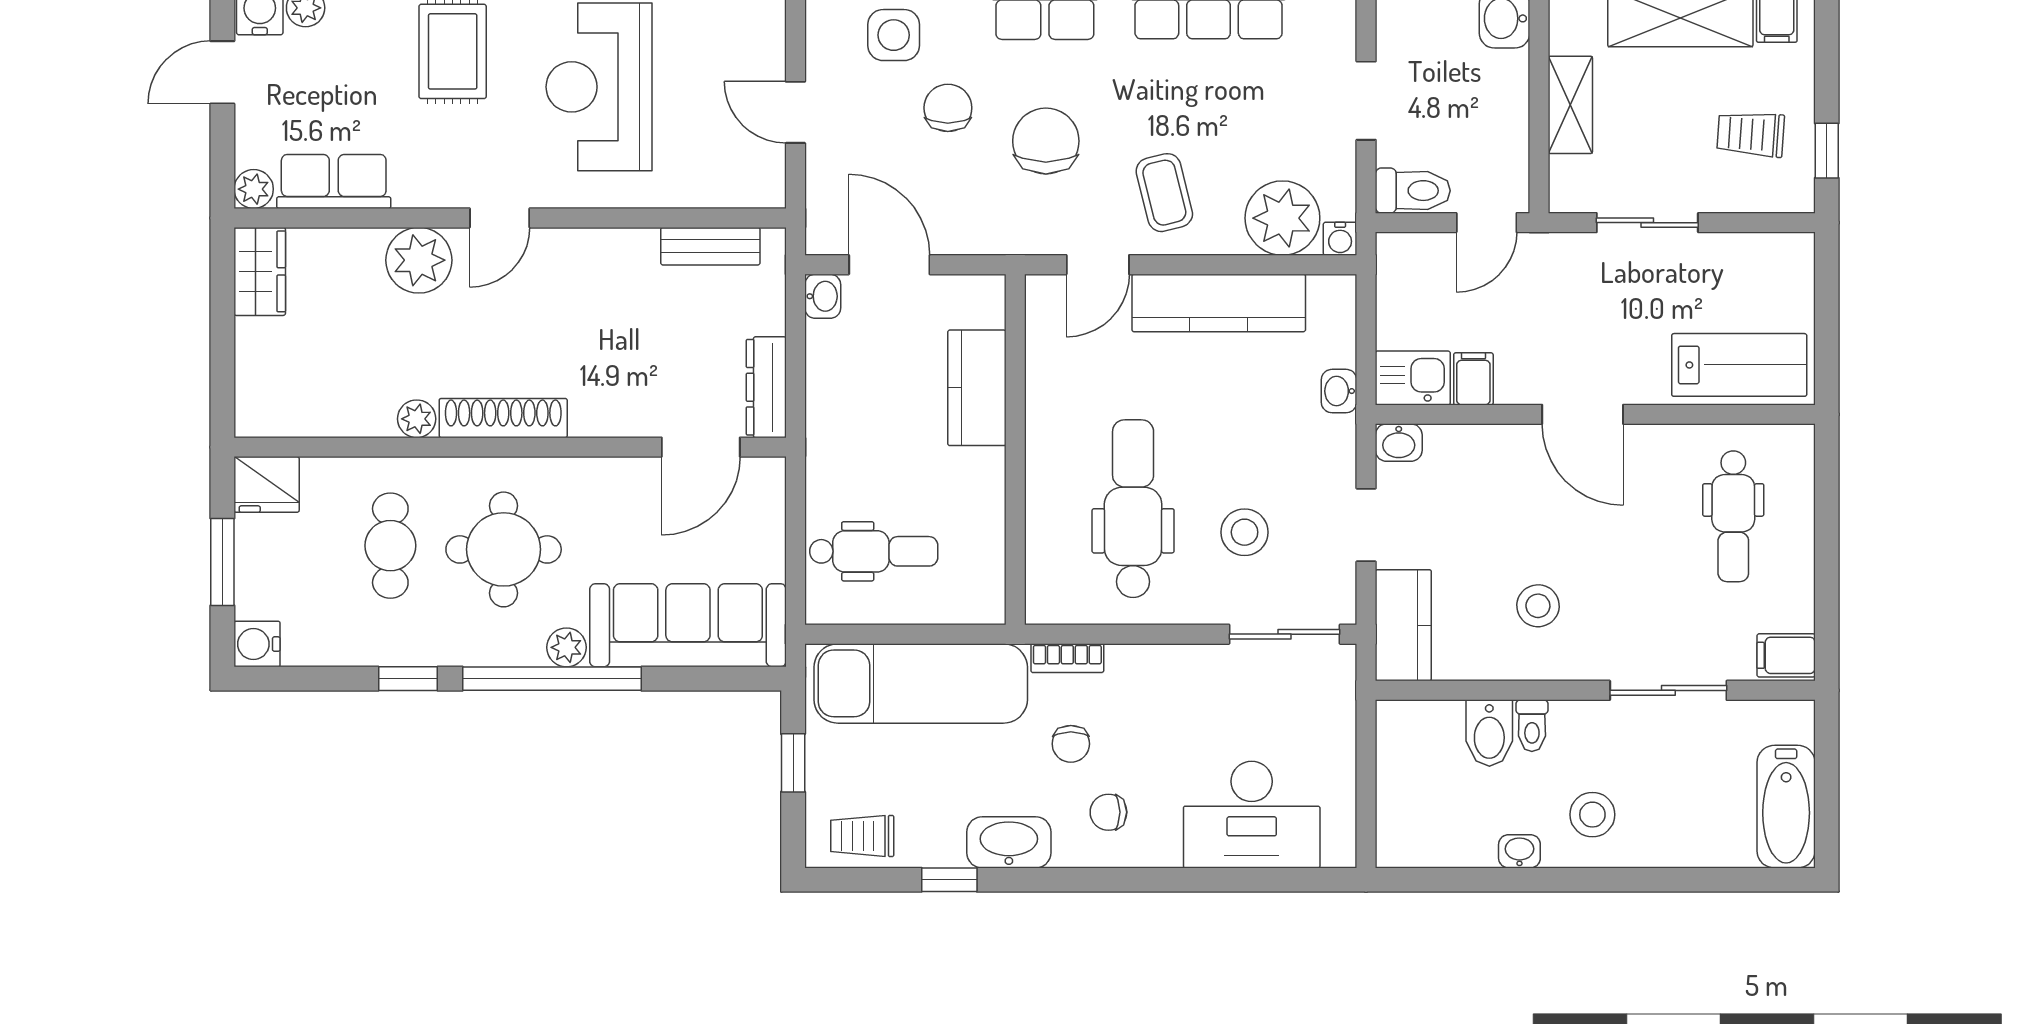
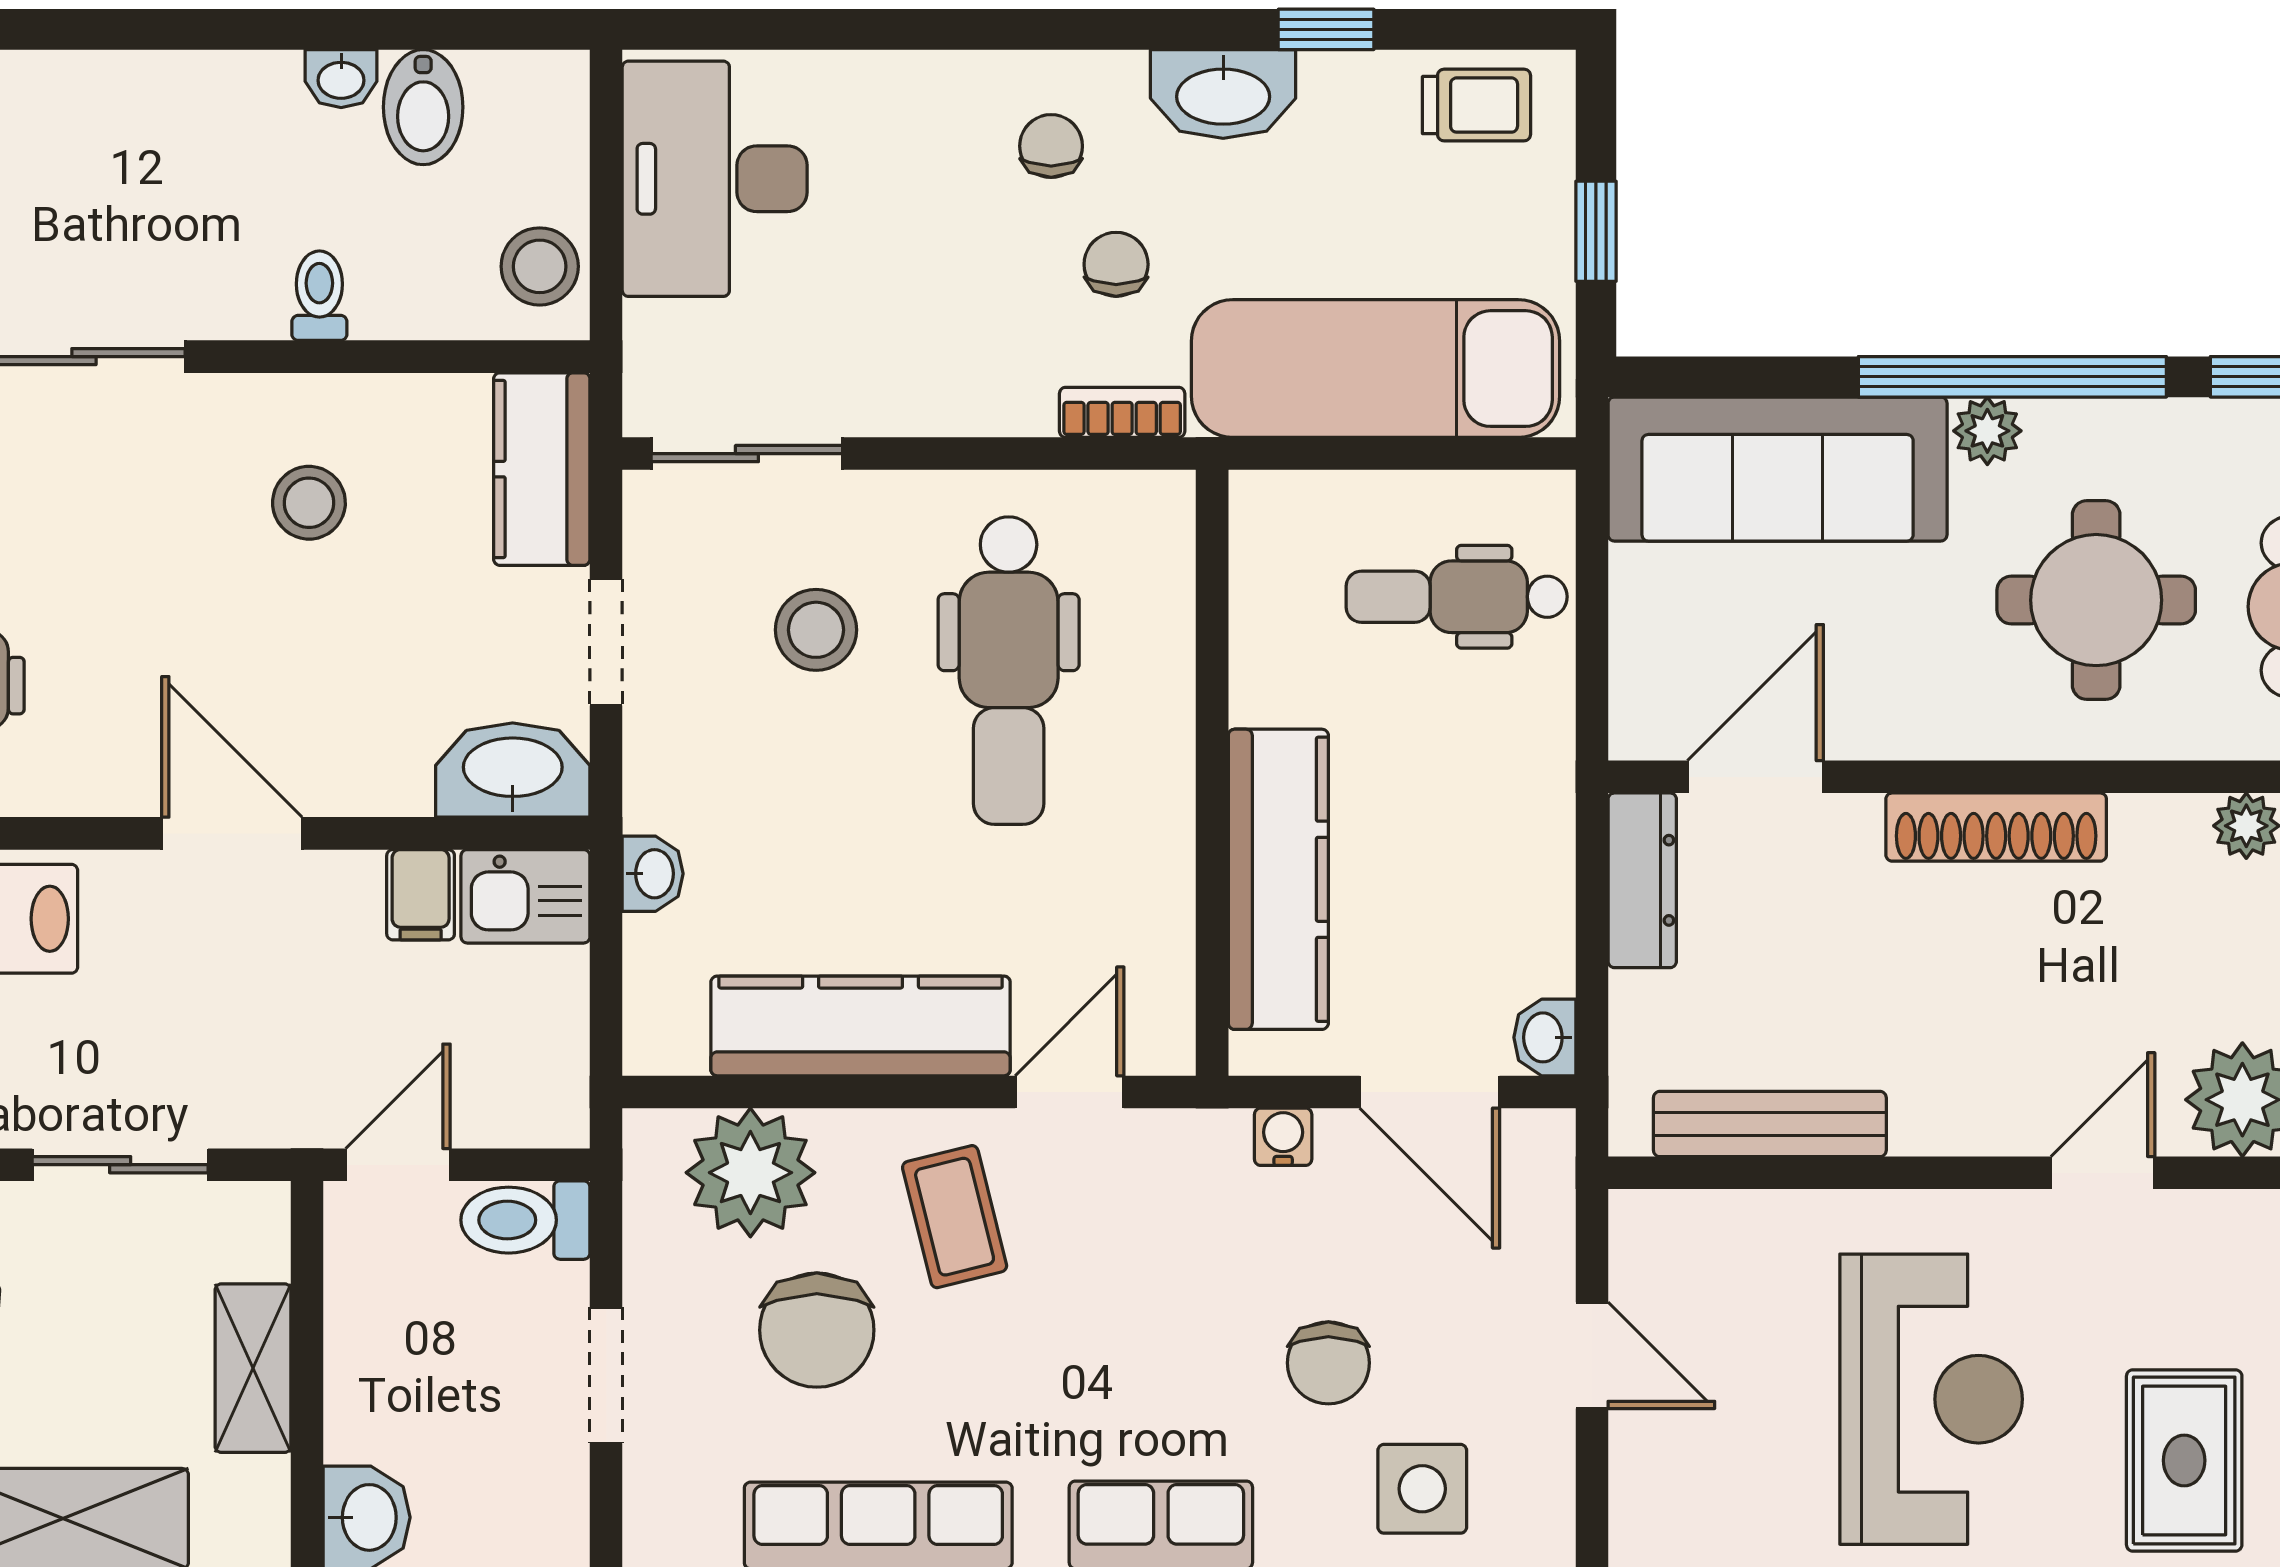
chair: (1046, 141) -> (817, 1330), moved
water cooler: (1340, 239) -> (1283, 1137), moved
bench: (710, 246) -> (1770, 1124), width x1.36
kitchen counter: (977, 388) -> (1278, 879), width x1.50
shoe rack: (503, 418) -> (1996, 827), moved
washbasin: (1399, 443) -> (513, 770), width x1.91, depth x1.45
bidet: (1489, 733) -> (423, 107), moved, turned 180
chair: (1108, 812) -> (1051, 146), turned -90
desk: (1252, 815) -> (715, 179), moved, turned -90
stool: (1592, 815) -> (540, 266), moved

